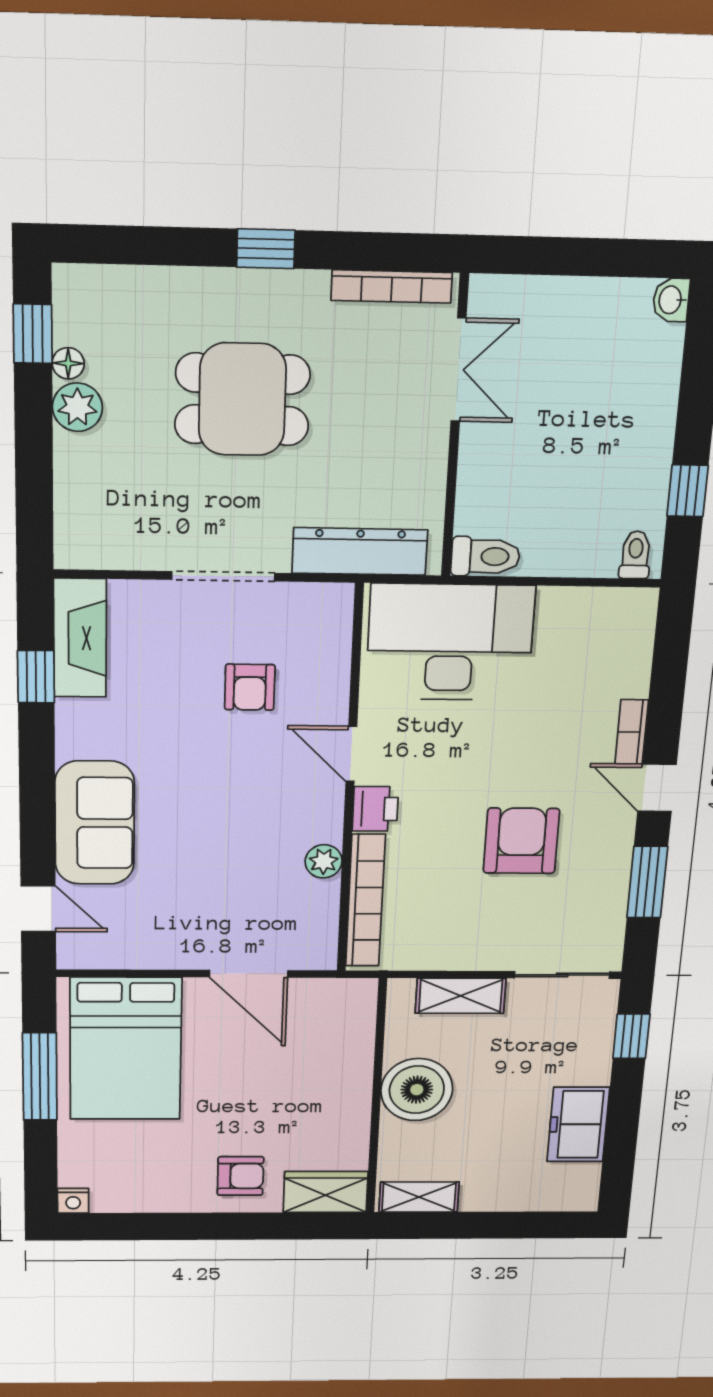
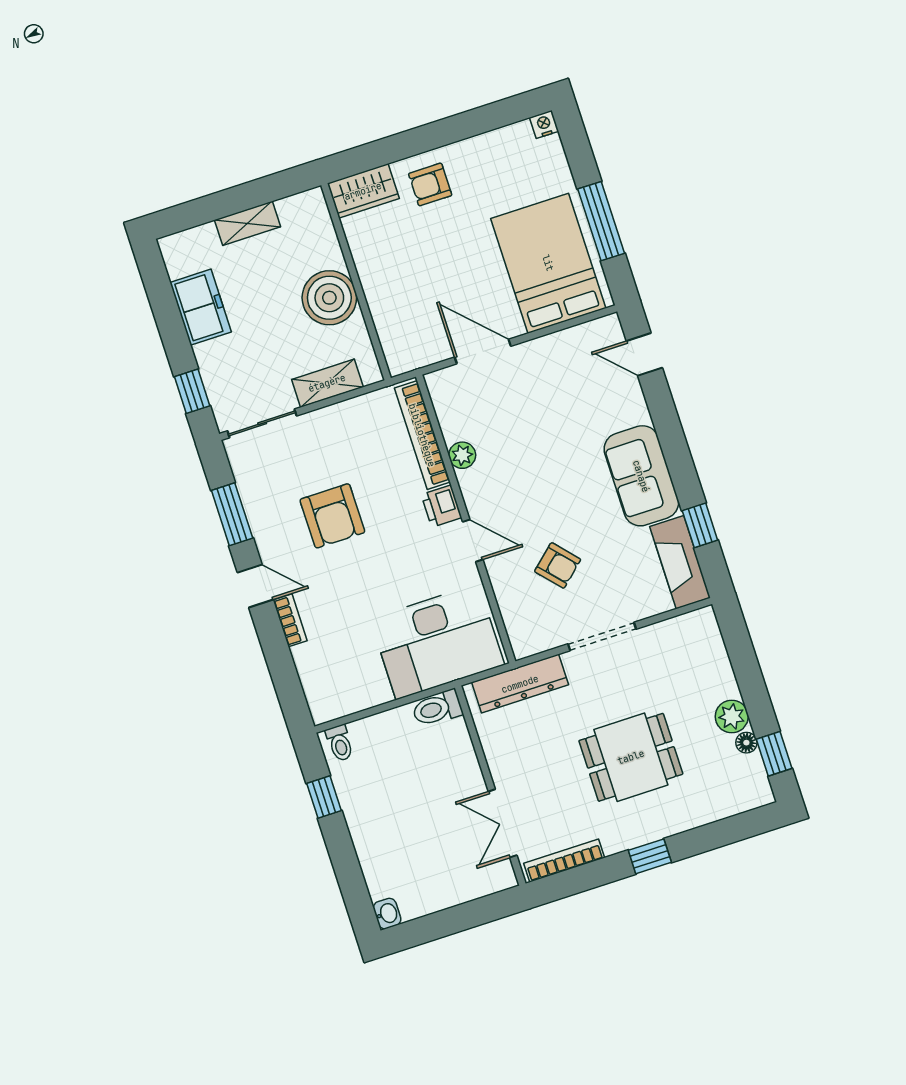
armchair: (250, 687) -> (558, 565), turned 138
sofa: (95, 823) -> (641, 476), moved
shelving: (419, 1197) -> (248, 223), moved

